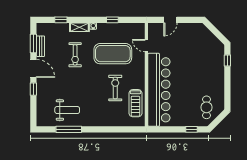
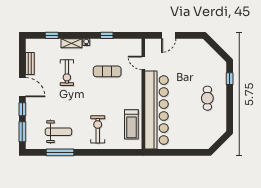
window: (33, 43) -> (22, 132), moved
exercise mat: (113, 54) -> (107, 71), width x0.50, depth x0.69
exercise bike: (115, 88) -> (98, 129), moved
cafe table: (207, 107) -> (207, 98), moved
window: (191, 129) -> (191, 152), removed

